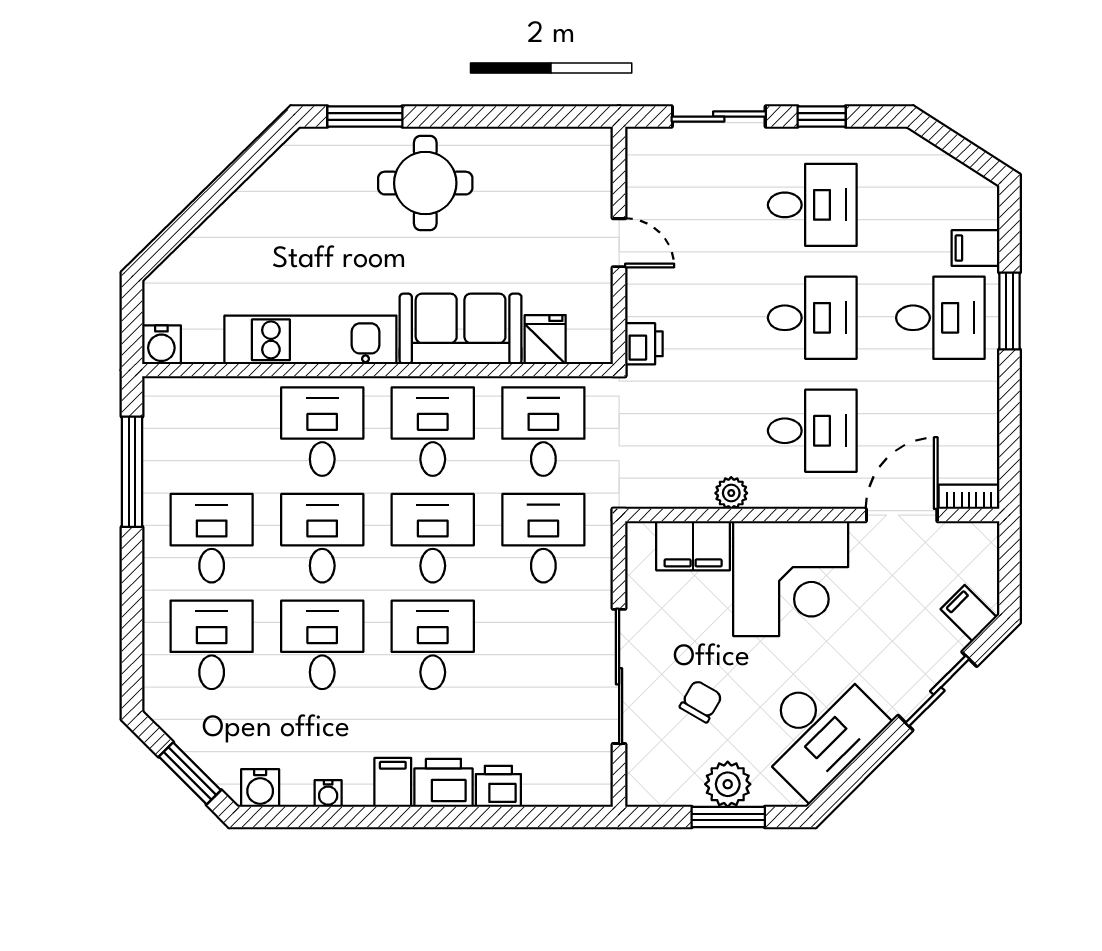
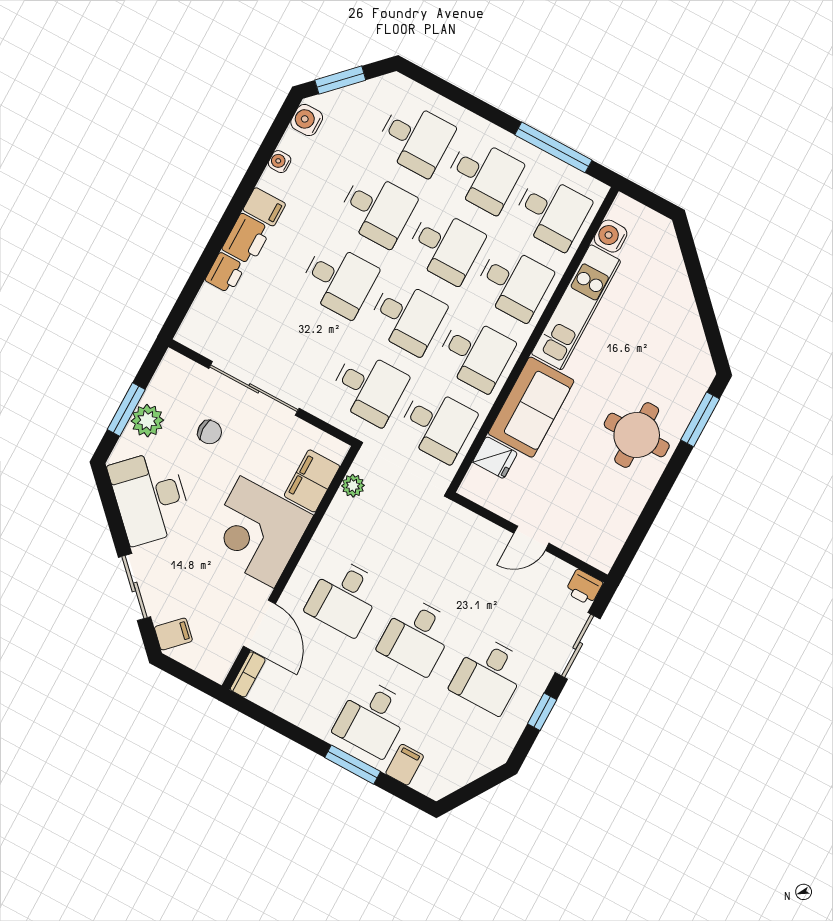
printer: (644, 344) -> (584, 587), moved
water cooler: (161, 345) -> (611, 236), moved
desk: (212, 432) -> (552, 212), added
plant: (731, 493) -> (353, 486), moved
chair: (701, 701) -> (210, 432), turned -30

